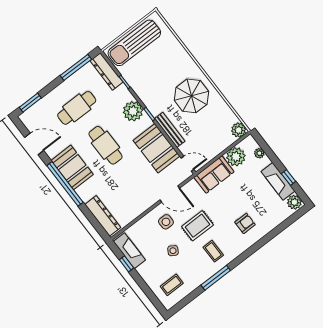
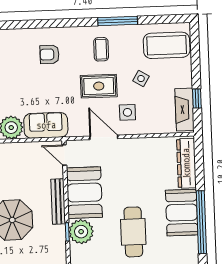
plant: (133, 111) -> (81, 232), moved
booth: (72, 167) -> (182, 213), moved
coffee table: (172, 285) -> (167, 45), width x1.86, depth x1.72

